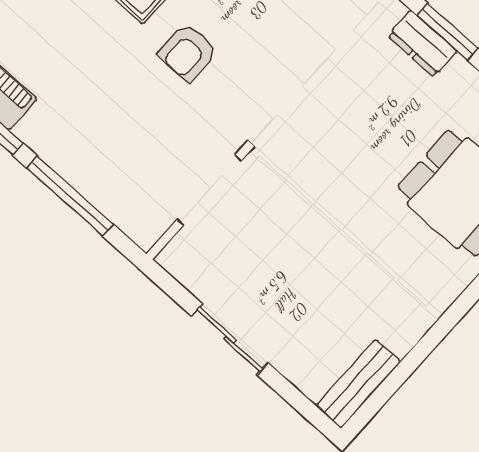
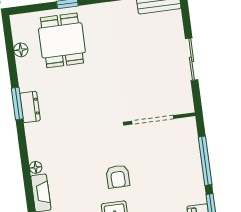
armchair: (188, 52) -> (118, 176), turned 90

